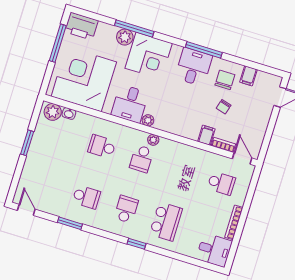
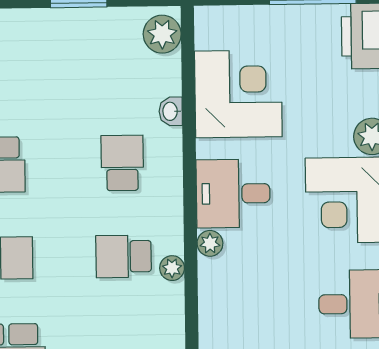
corner desk: (84, 79) -> (238, 94), width x0.74, depth x0.74
washbasin: (69, 113) -> (171, 111), moved

